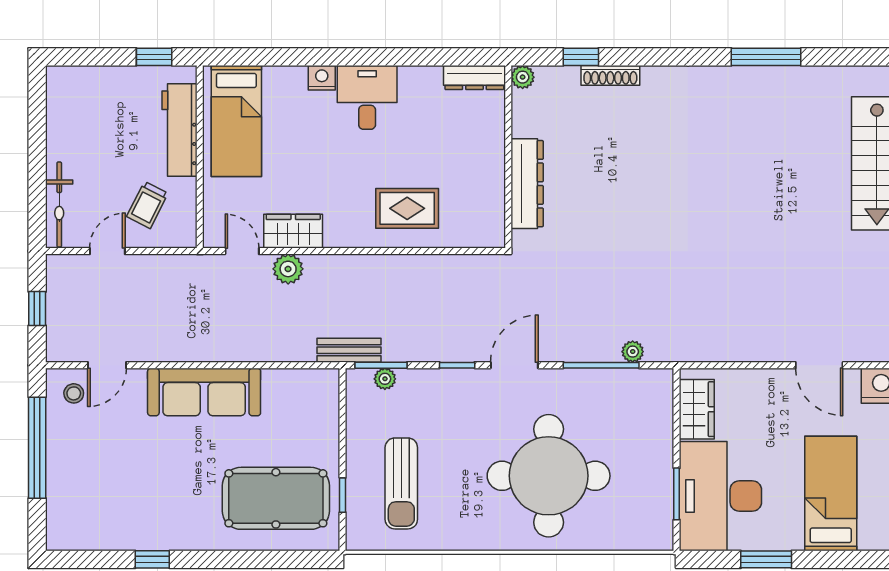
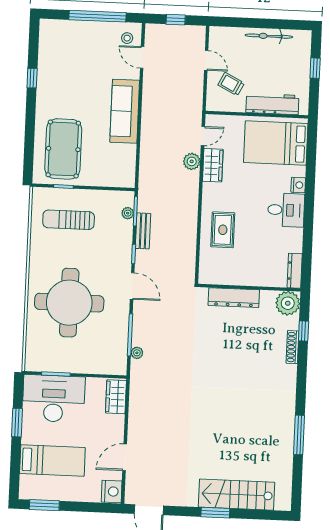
window: (154, 57) -> (315, 68), moved
plant: (523, 77) -> (288, 303), width x1.88, depth x1.88
bed: (236, 121) -> (276, 143), width x1.50
bicycle: (59, 205) -> (269, 36), moved
bench: (349, 350) -> (143, 231), moved
wardrobe: (697, 409) -> (116, 397), moved, turned 90

